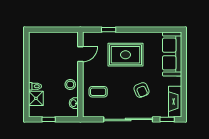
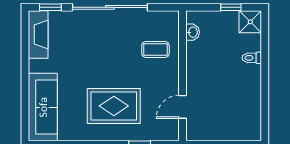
stool: (70, 85) -> (198, 61), removed
armchair: (141, 90) -> (89, 52), removed
shower: (36, 98) -> (250, 22), moved

